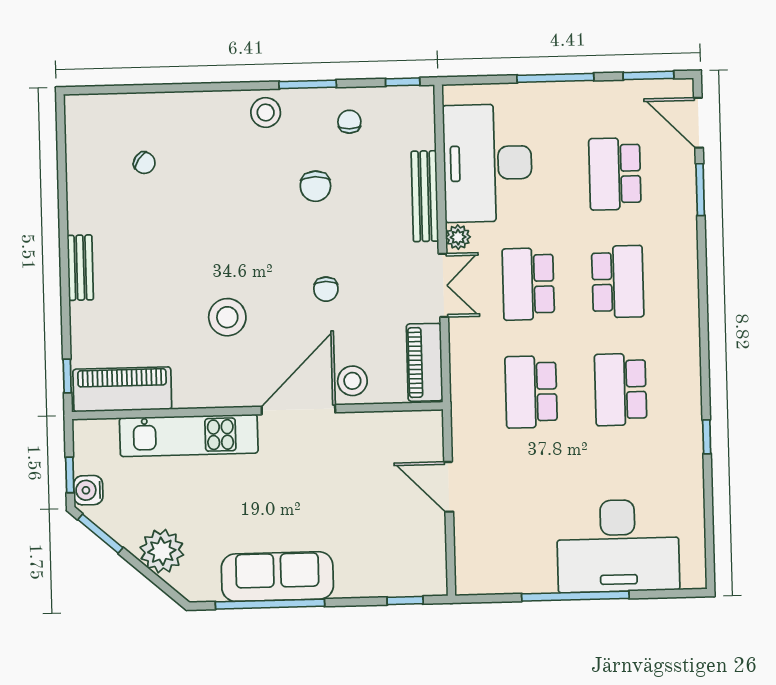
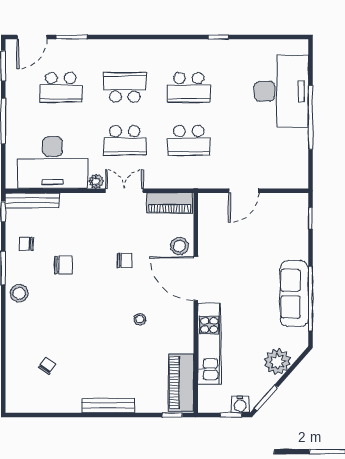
bench: (425, 196) -> (32, 200), moved
bench: (80, 268) -> (108, 406), width x1.36
stool: (227, 317) -> (140, 319), width x0.53, depth x0.53

